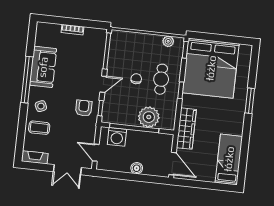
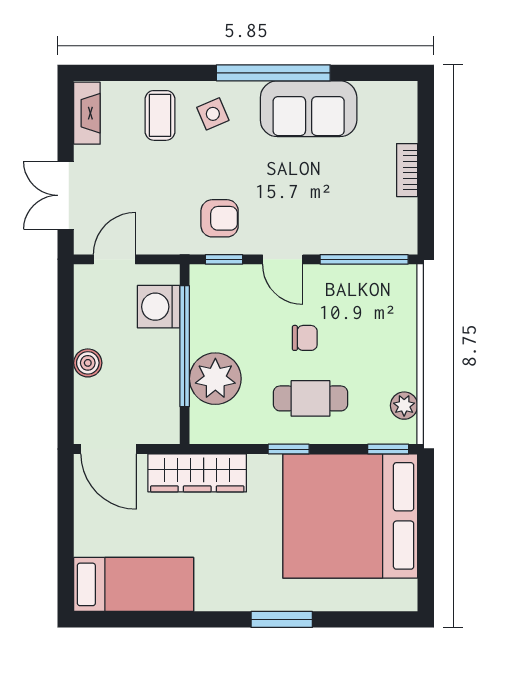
door: (173, 164) -> (109, 449), hinge flipped

